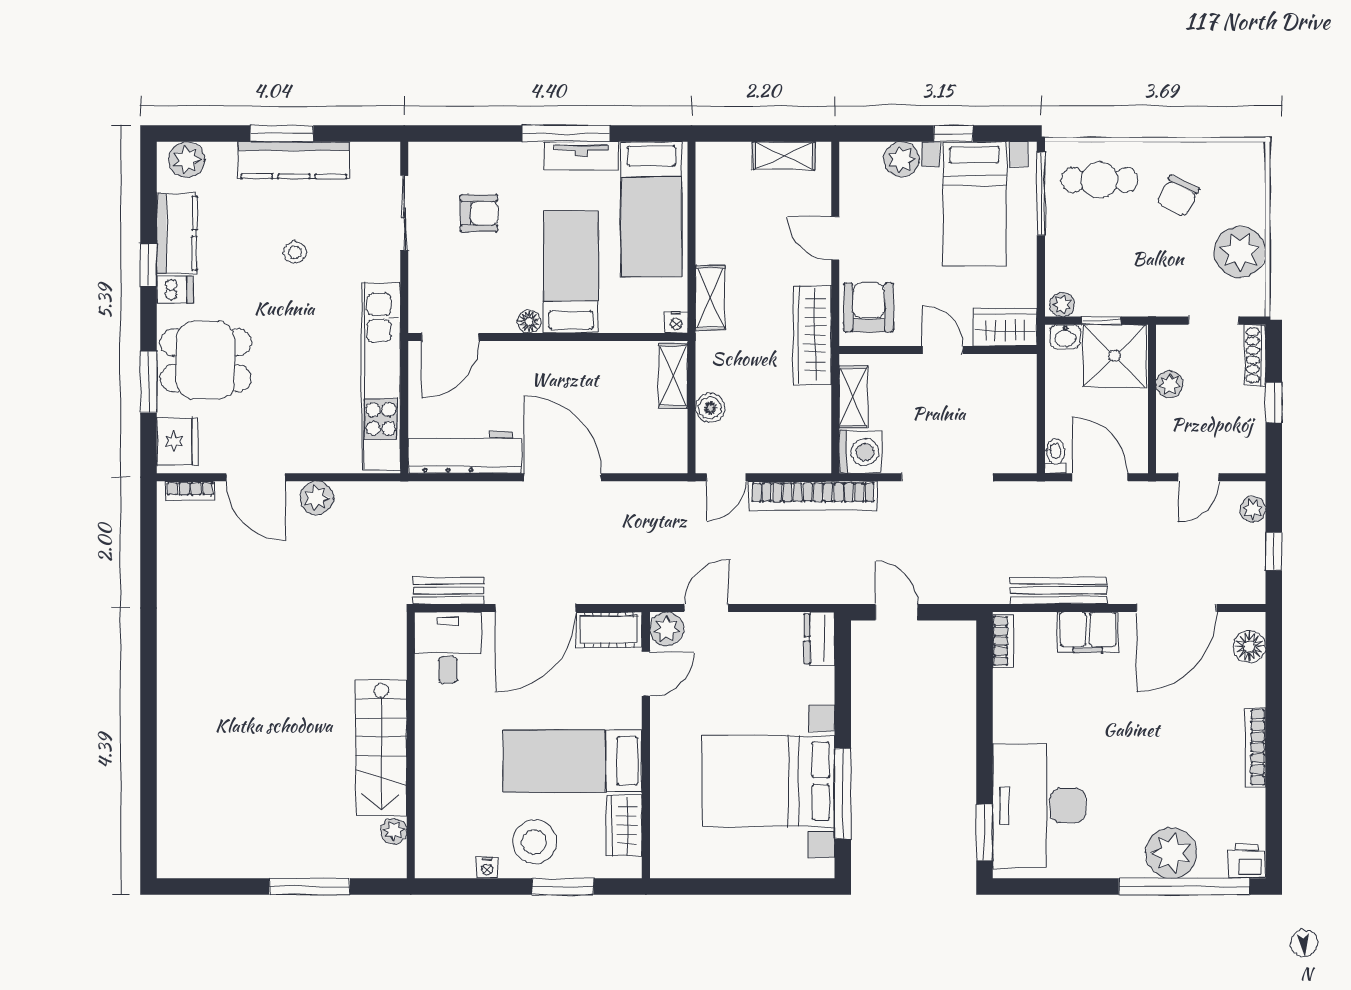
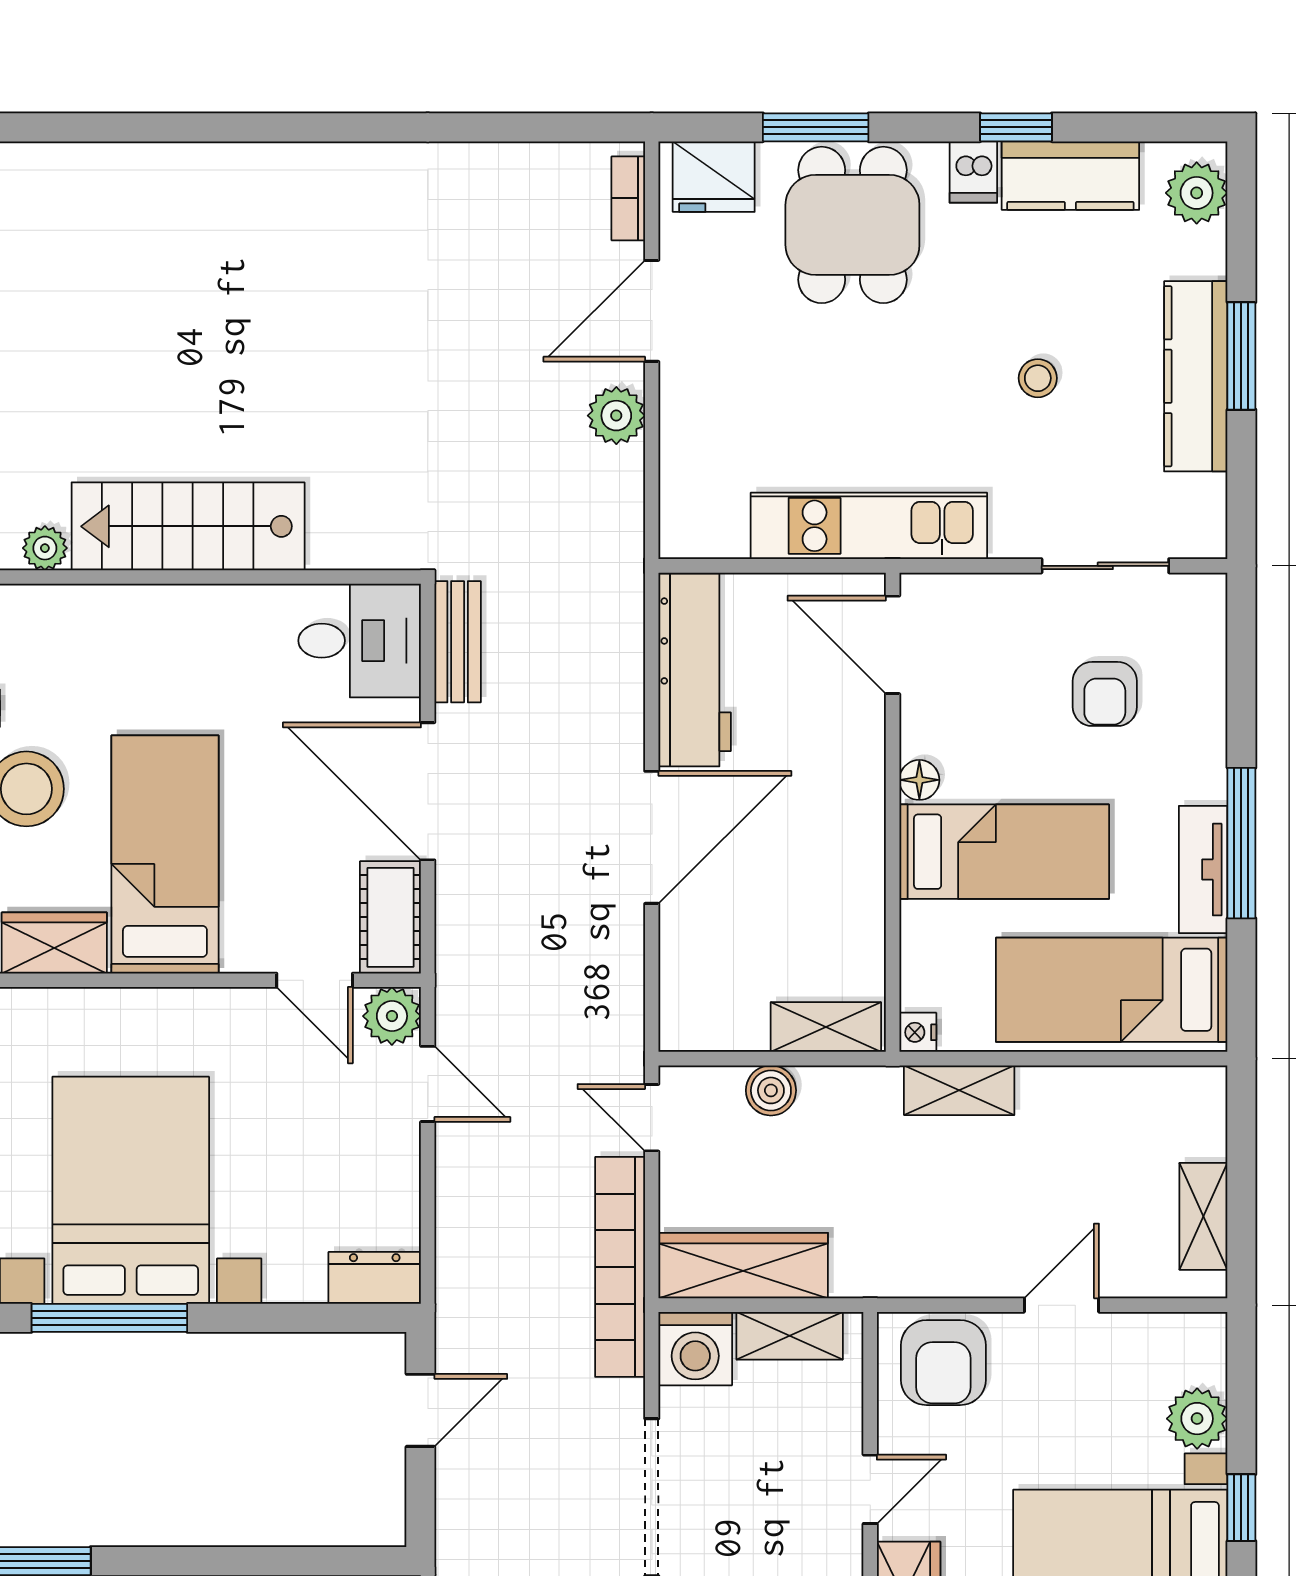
armchair: (869, 307) -> (943, 1363), turned 90
wardrobe: (812, 335) -> (743, 1266), moved
kitchen unit: (381, 376) -> (869, 526), width x0.73

